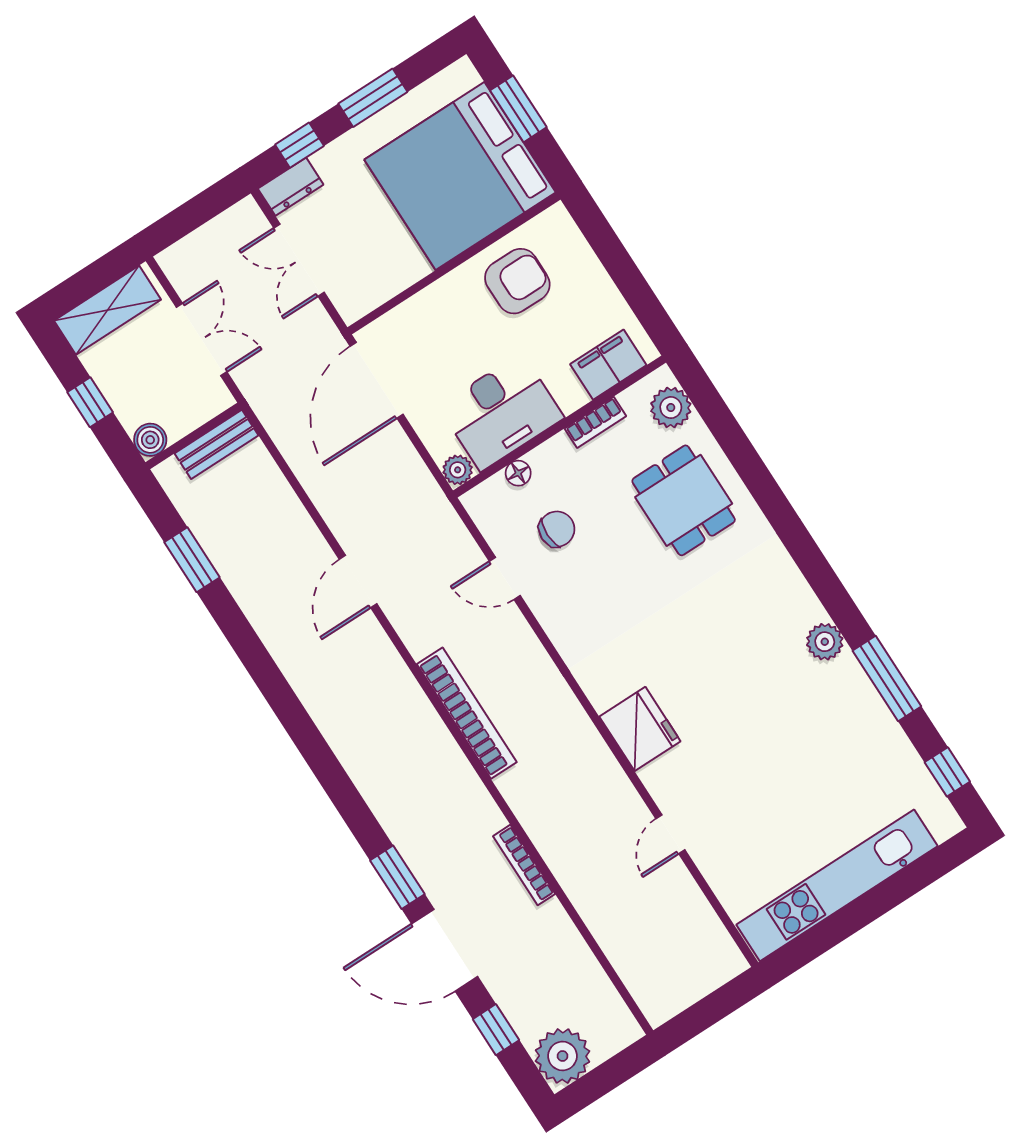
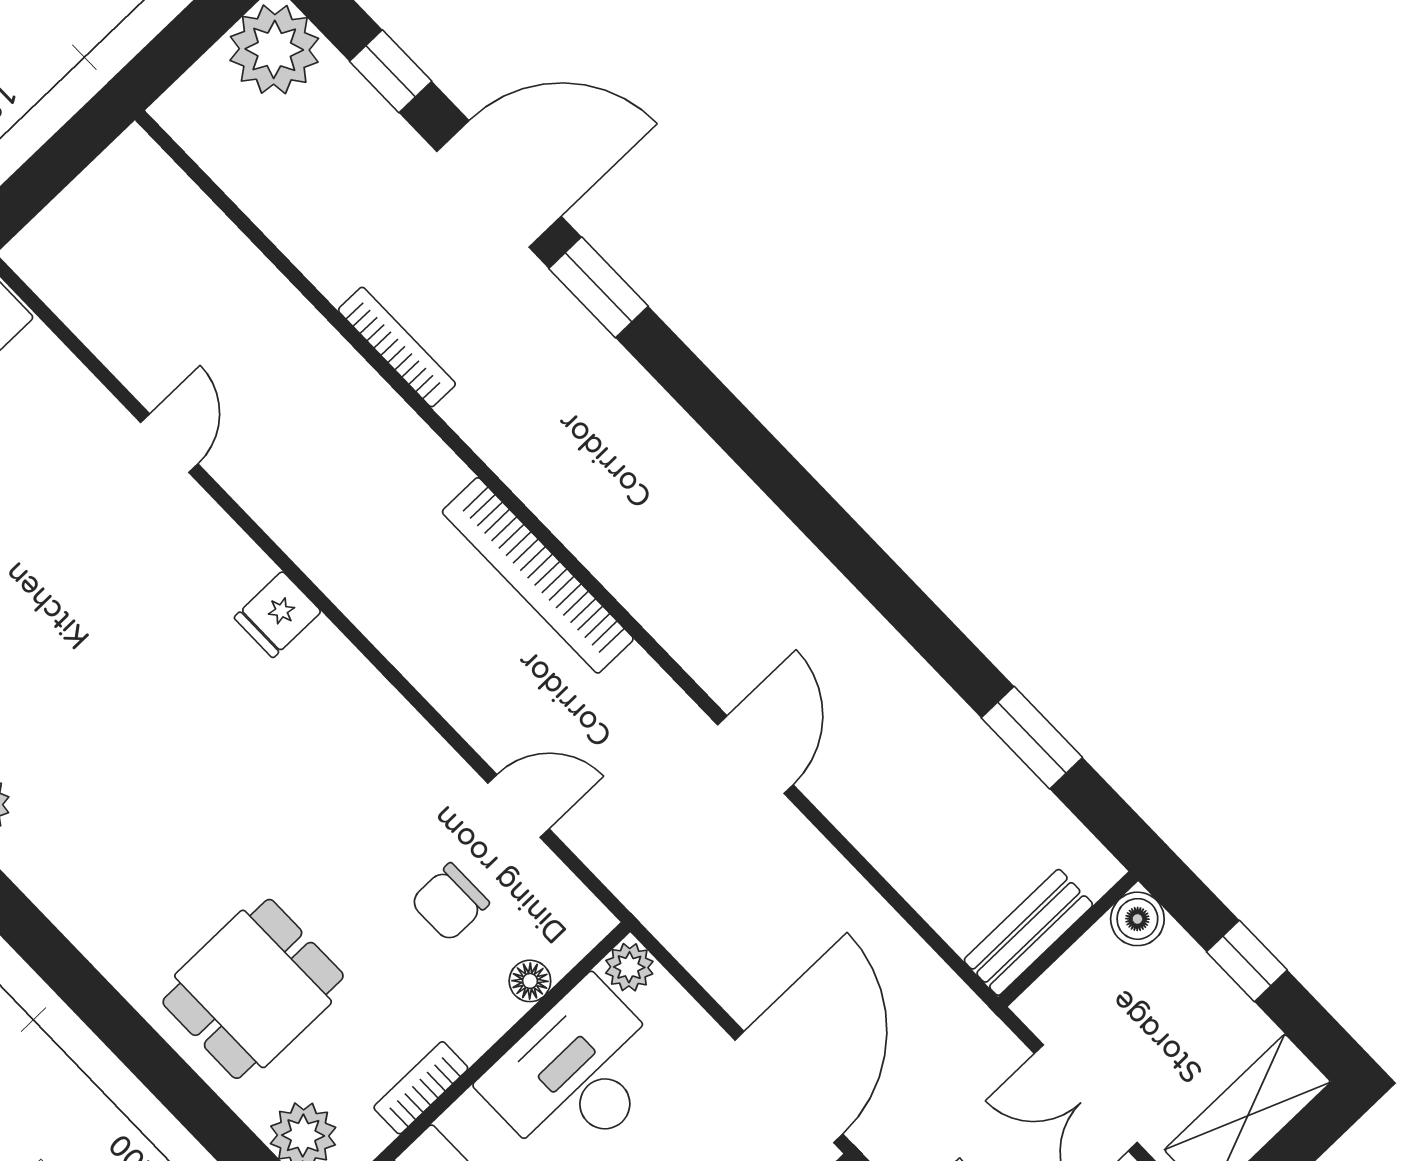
dining table: (684, 500) -> (253, 989), turned 90
fridge: (640, 729) -> (278, 615), width x0.53, depth x0.75

